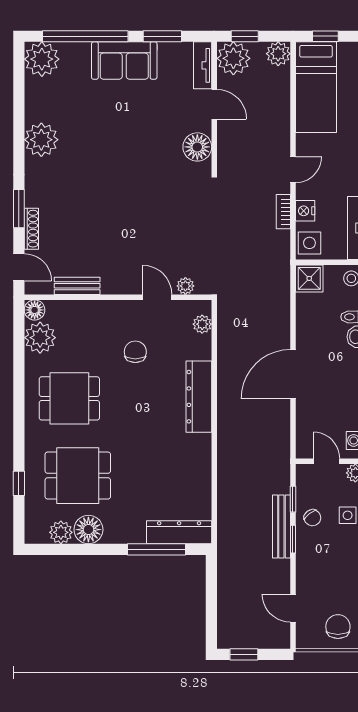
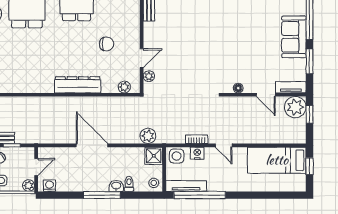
plant: (278, 54) -> (148, 136), moved
door: (214, 104) -> (266, 95), hinge flipped
floor lamp: (197, 147) -> (238, 88), width x0.53, depth x0.53

